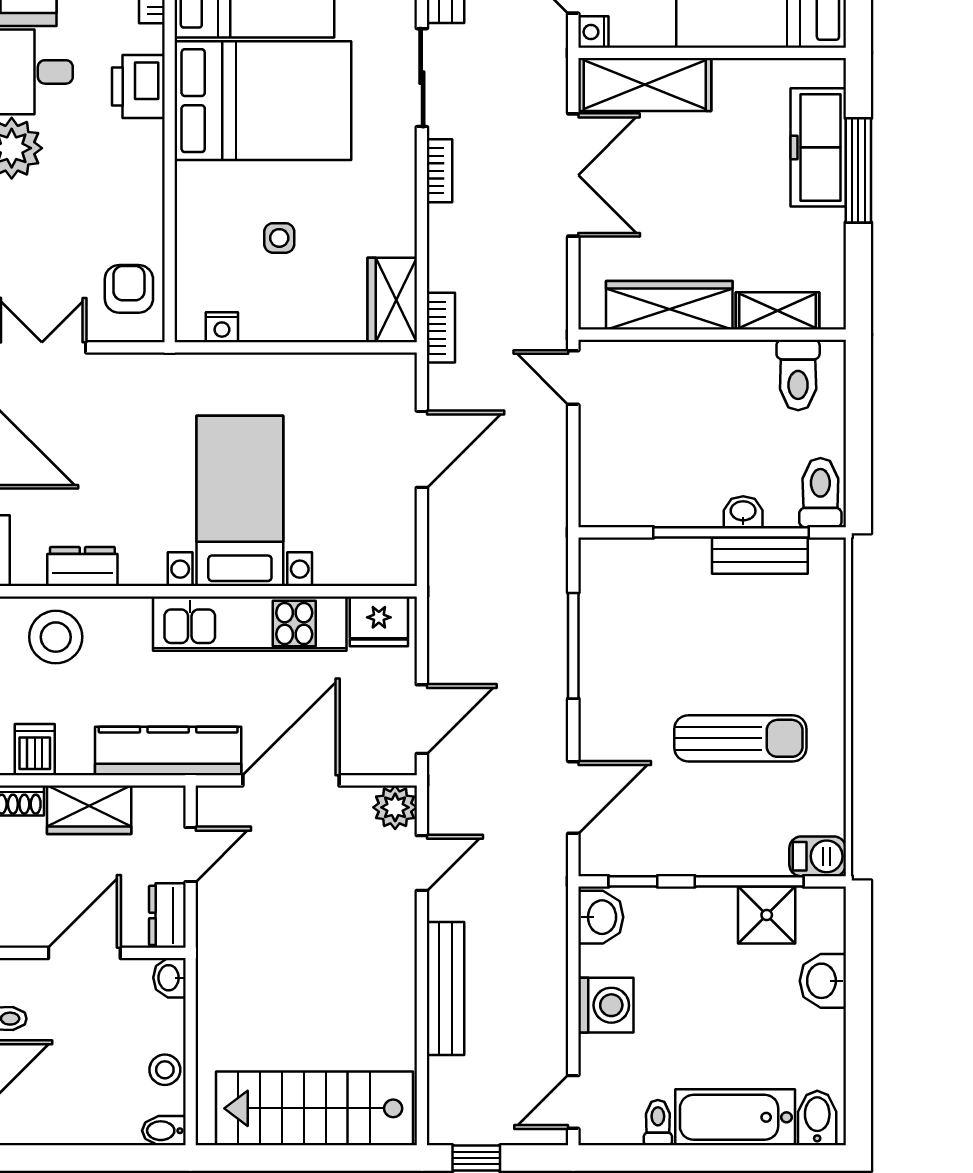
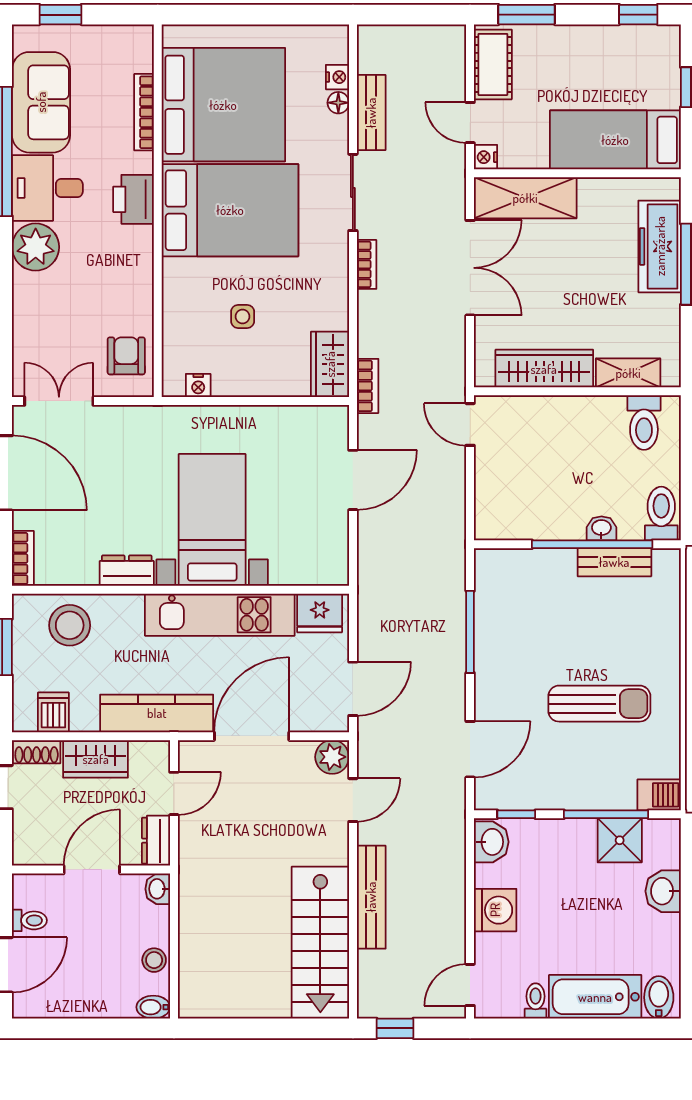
dresser: (82, 566) -> (127, 571), moved
stairs: (315, 1108) -> (320, 943), moved, turned -90

